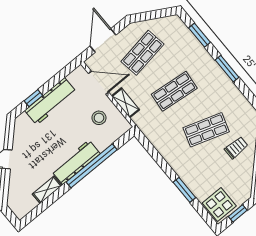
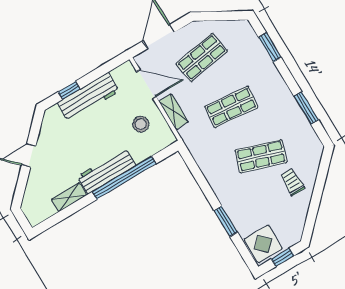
window: (227, 69) -> (306, 108), moved
trolley: (236, 148) -> (292, 182), turned -90

